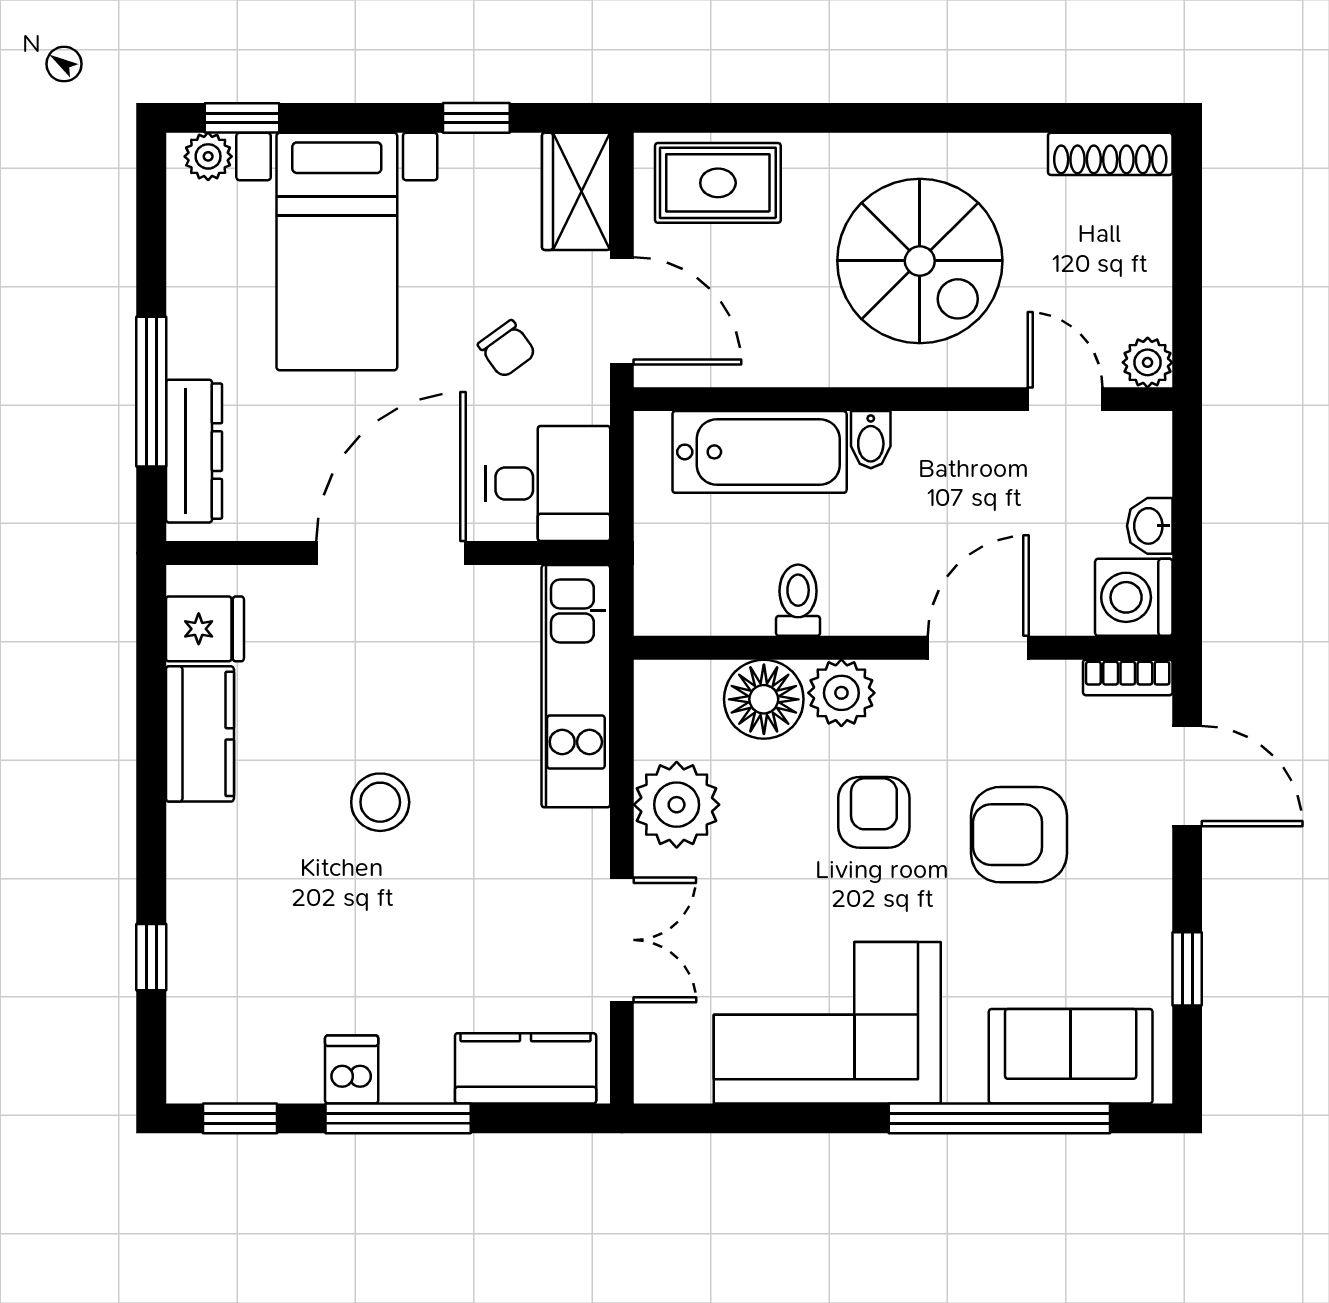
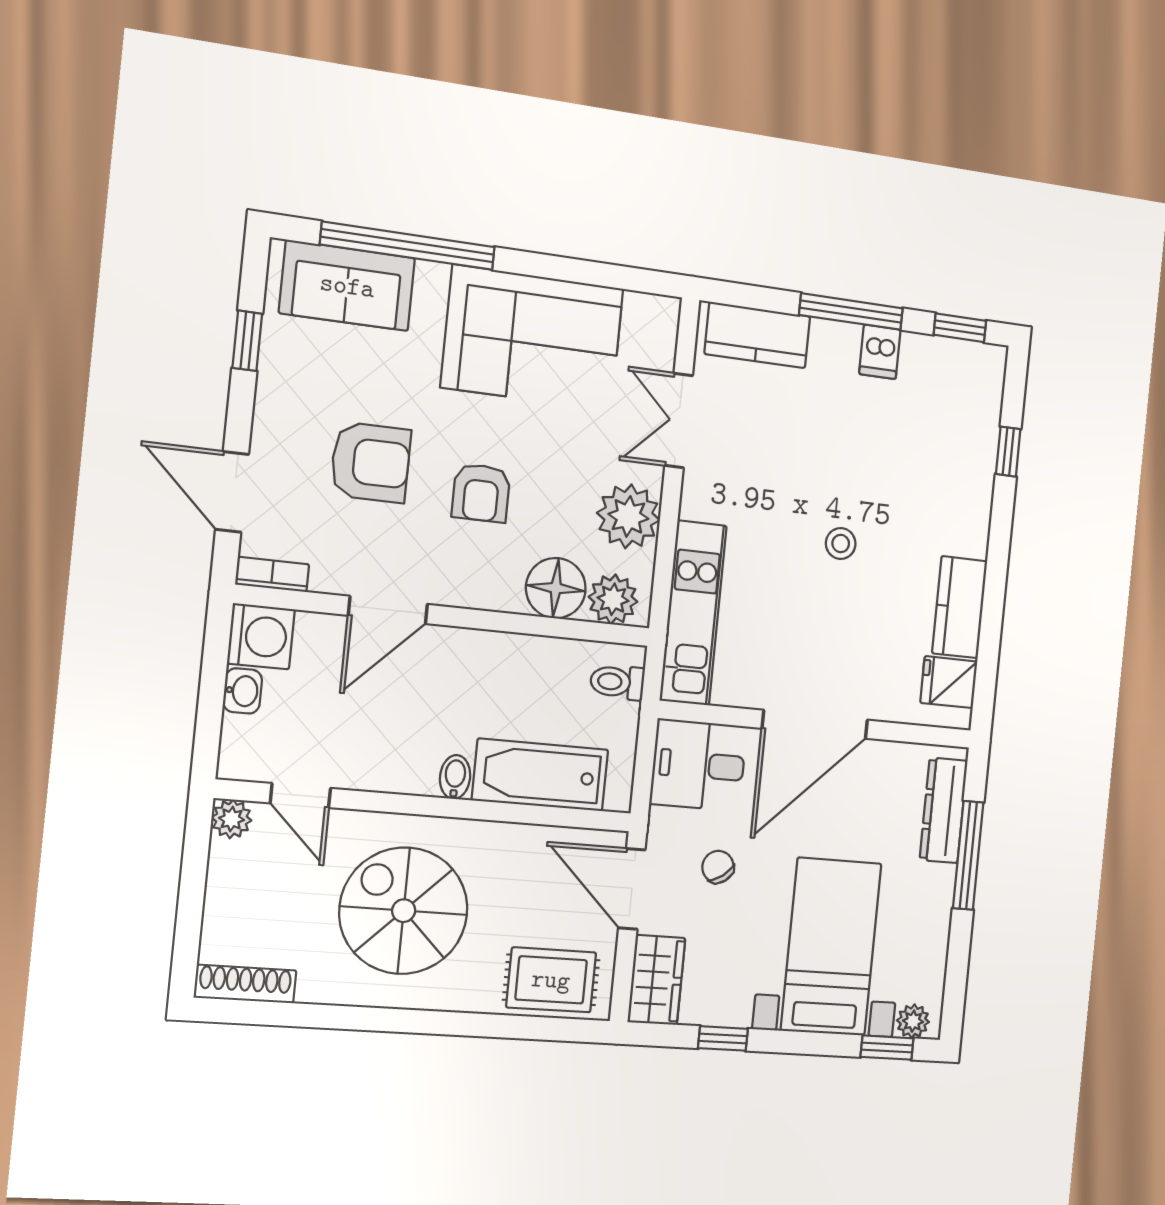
toilet: (798, 600) -> (617, 682), moved, turned 90
plant: (841, 693) -> (613, 599), moved
stool: (380, 802) -> (841, 544), width x0.73, depth x0.73

